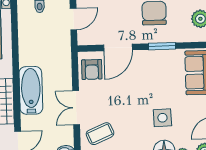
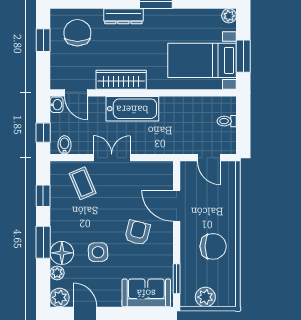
window: (162, 46) -> (177, 279), moved
armchair: (92, 69) -> (137, 233), moved, turned 104

